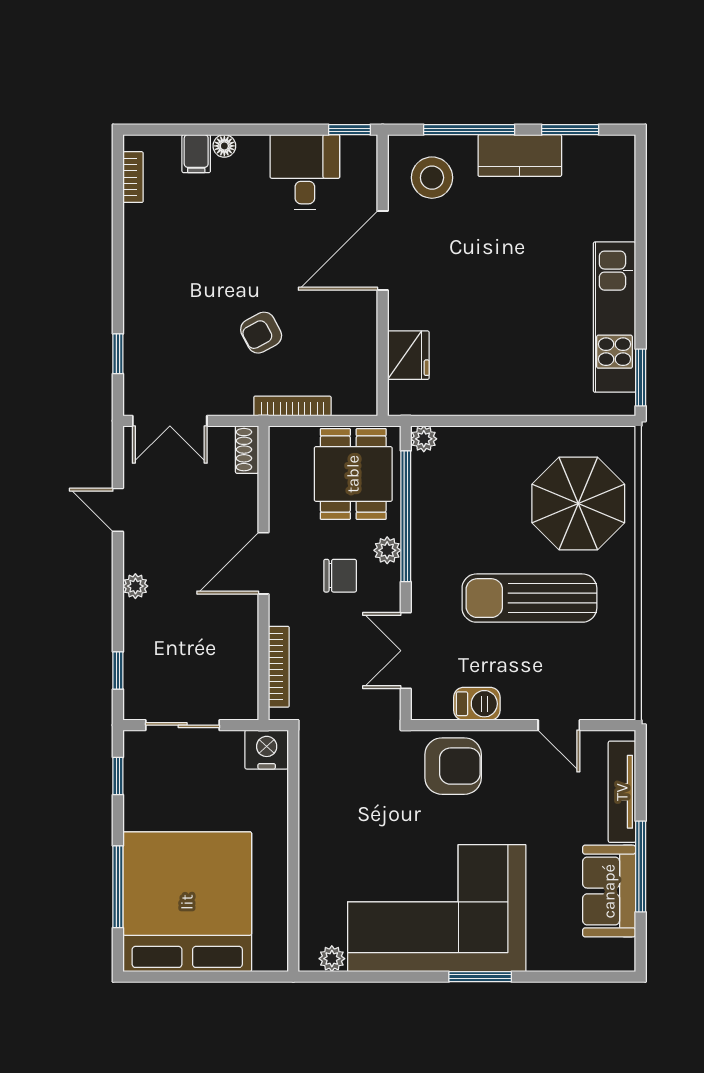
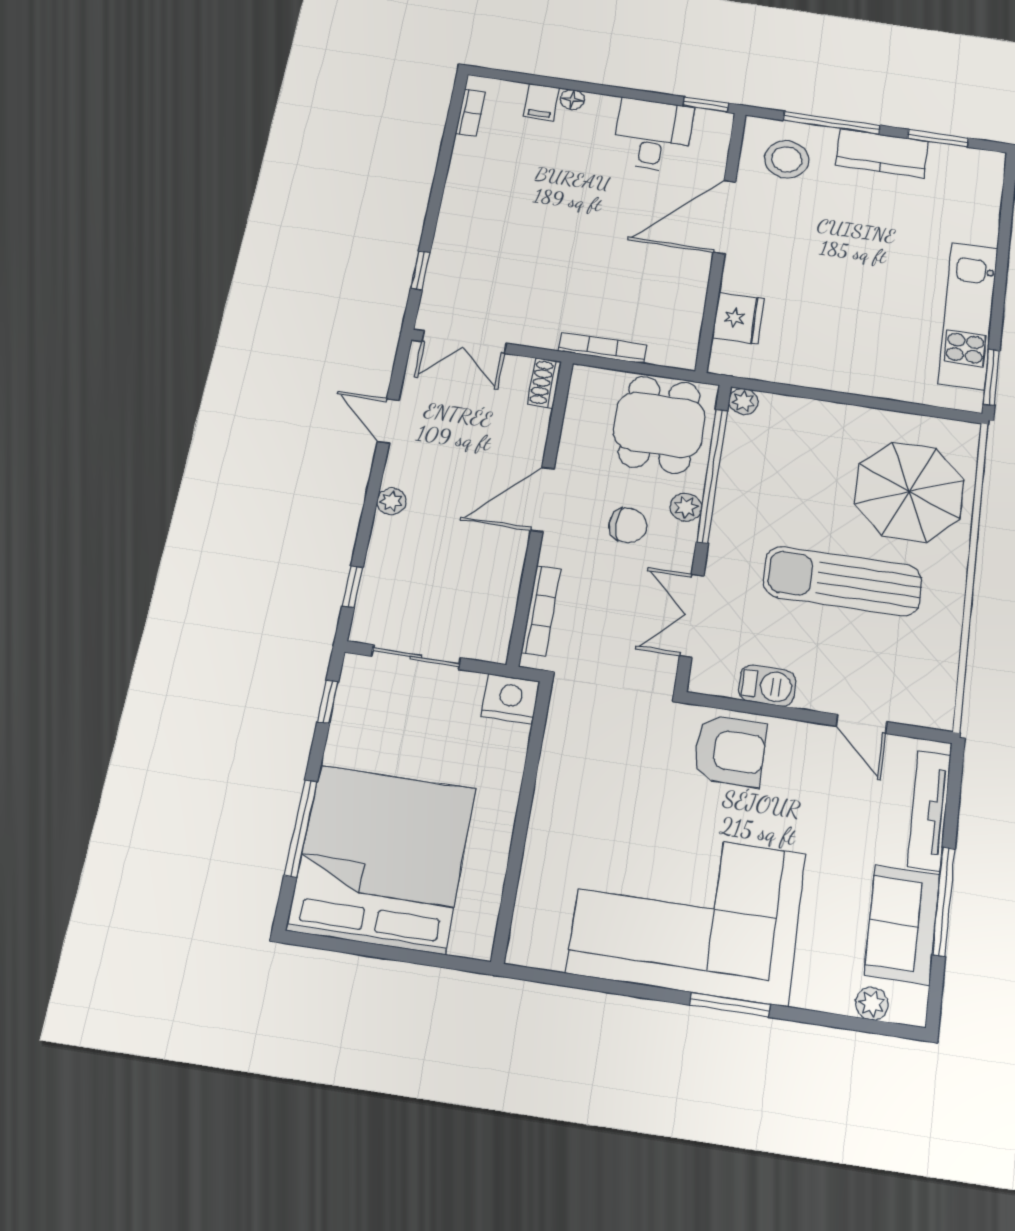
armchair: (261, 333) -> (580, 273), removed
plant: (332, 959) -> (872, 1004), moved

